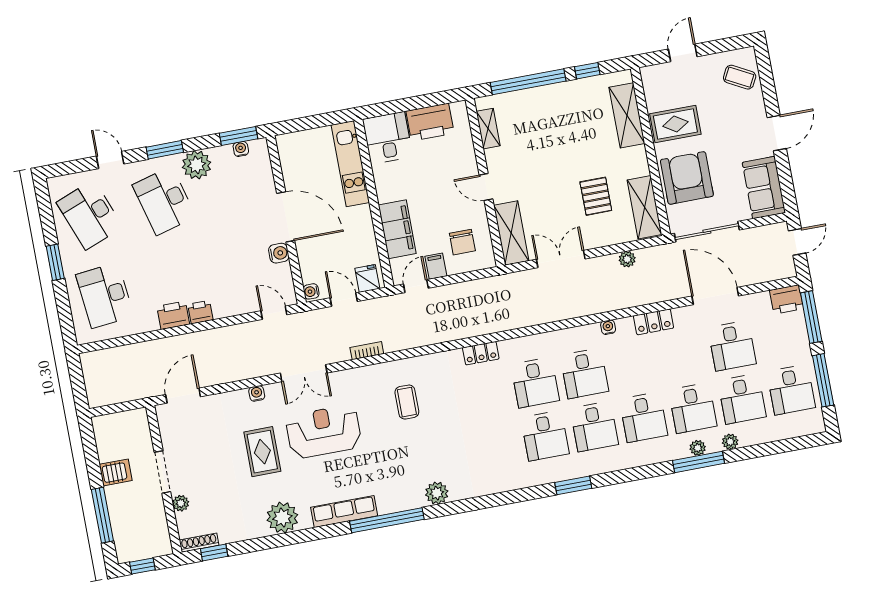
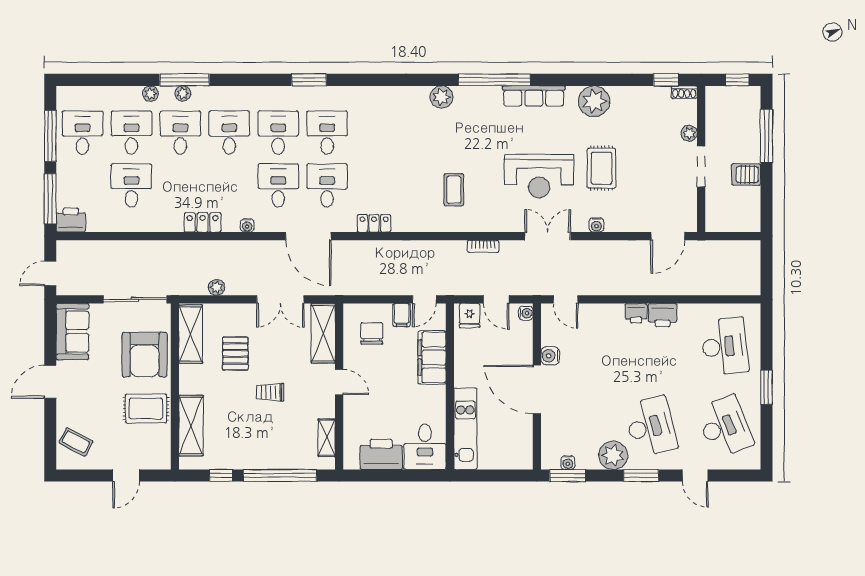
trolley: (554, 164) -> (270, 392), added
door: (715, 296) -> (308, 236), moved
shoe rack: (199, 543) -> (684, 92), width x0.70

